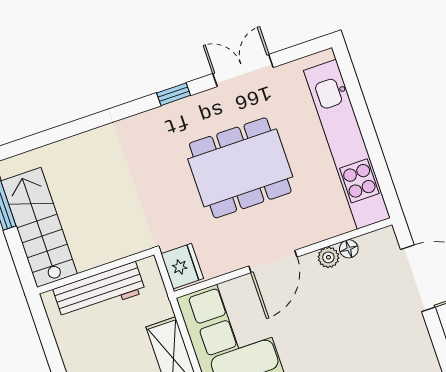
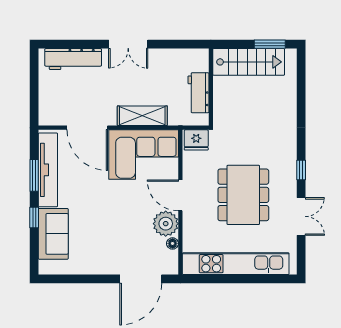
plant: (328, 257) -> (166, 224), width x1.87, depth x1.87
workbench: (99, 291) -> (198, 93), width x0.73

